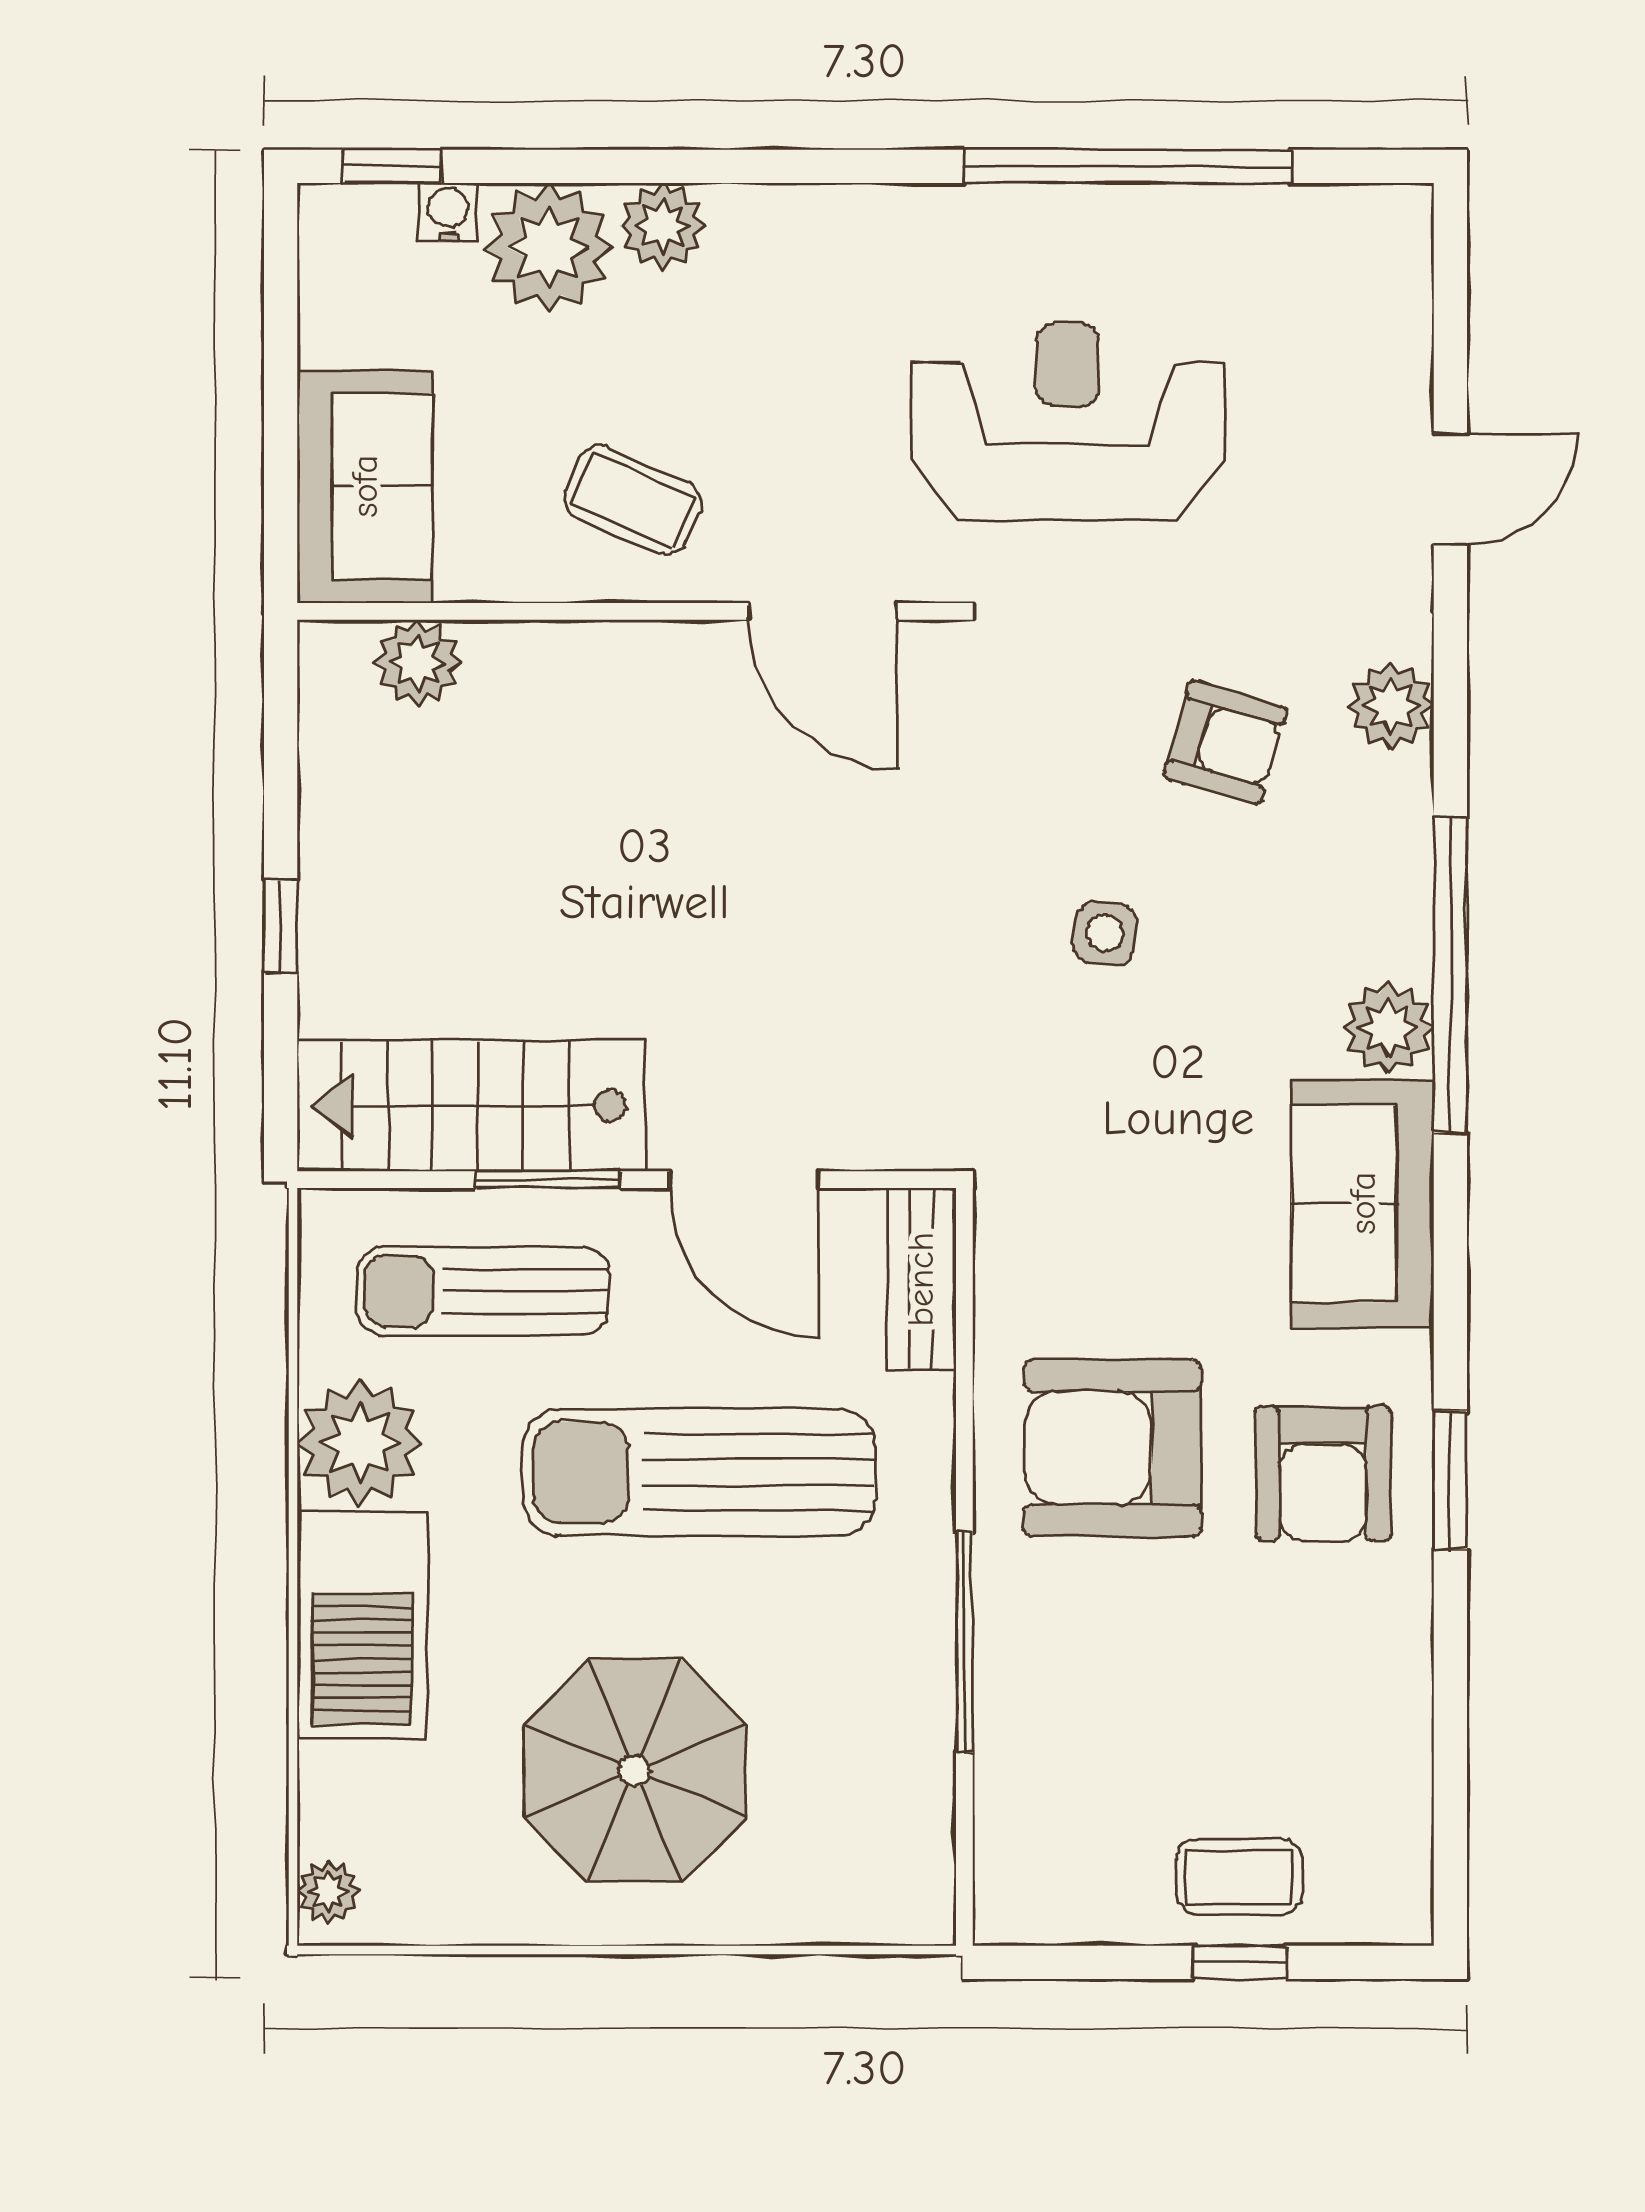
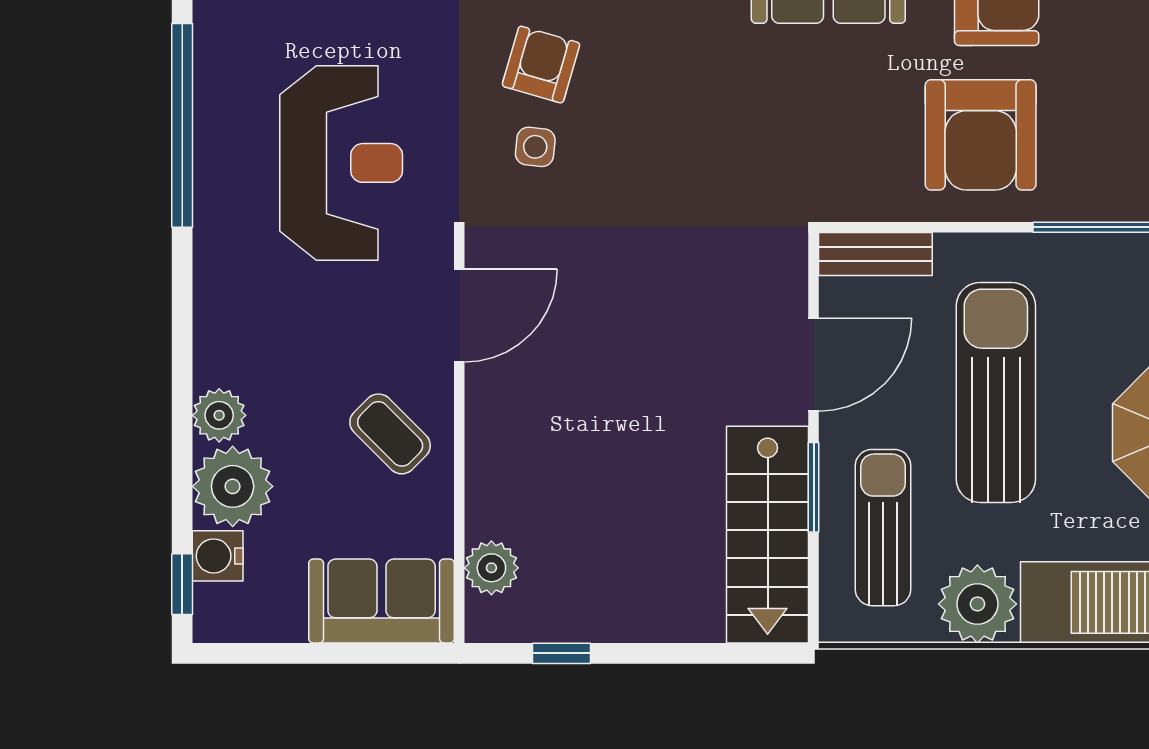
water cooler: (448, 212) -> (218, 556), width x1.38, depth x1.38
reception desk: (1067, 422) -> (341, 163), turned 180
coffee table: (633, 500) -> (390, 434), turned -69
window: (281, 926) -> (561, 653), moved
side table: (1105, 934) -> (535, 147), moved
sun lounger: (482, 1291) -> (883, 528), turned 180
sun lounger: (699, 1472) -> (996, 392), turned 180

